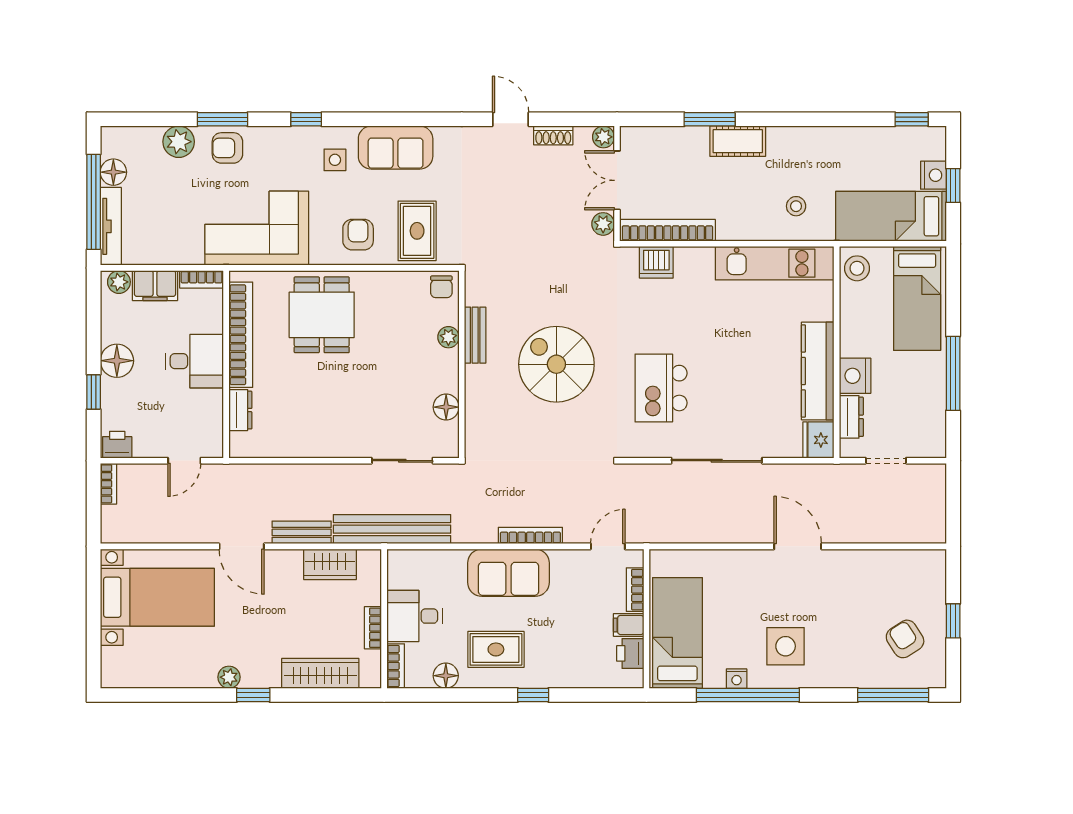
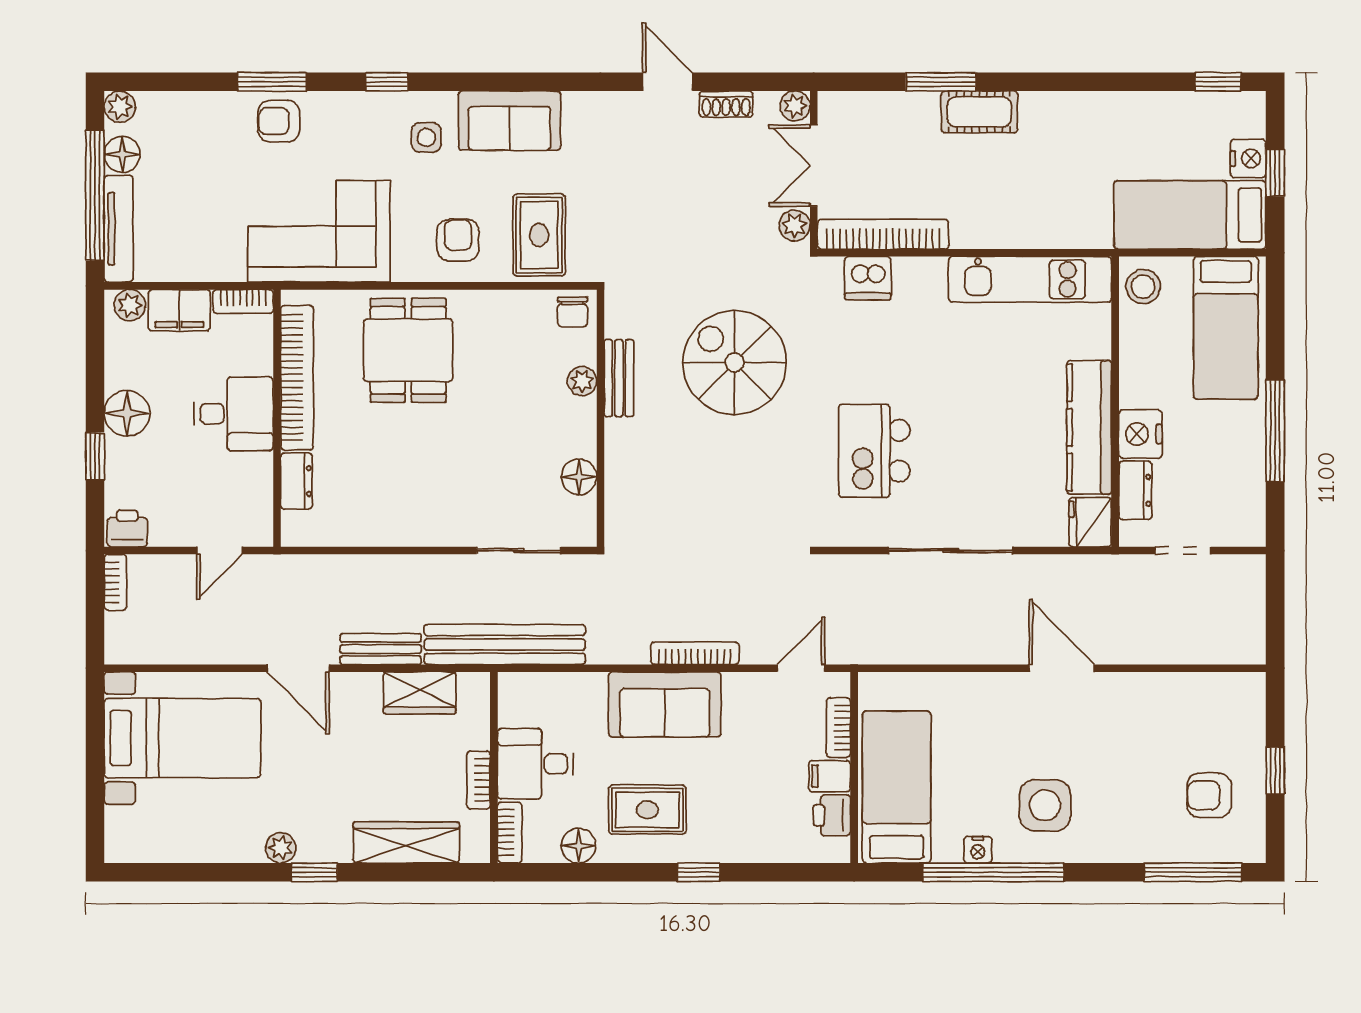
plant: (179, 142) -> (120, 107), moved, width x0.73, depth x0.73
stool: (796, 206) -> (1060, 201), removed
spiral stairs: (556, 364) -> (734, 363), moved
armchair: (905, 639) -> (1209, 795), turned -57

